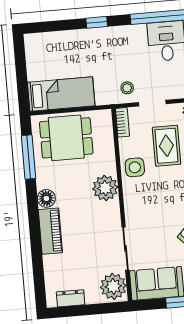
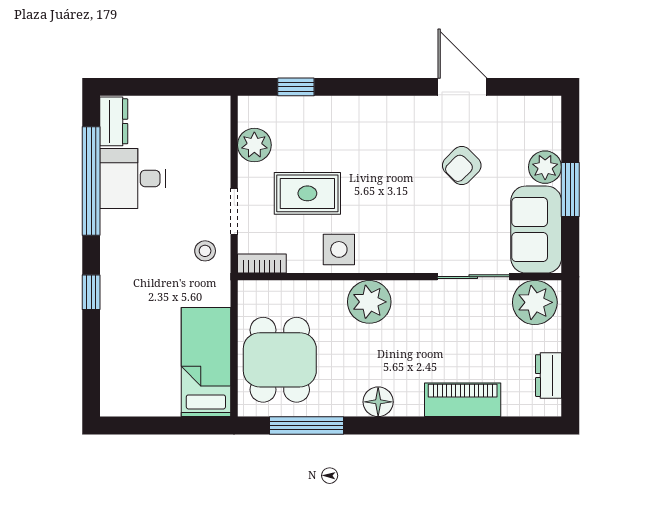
piano: (50, 231) -> (463, 400), moved

